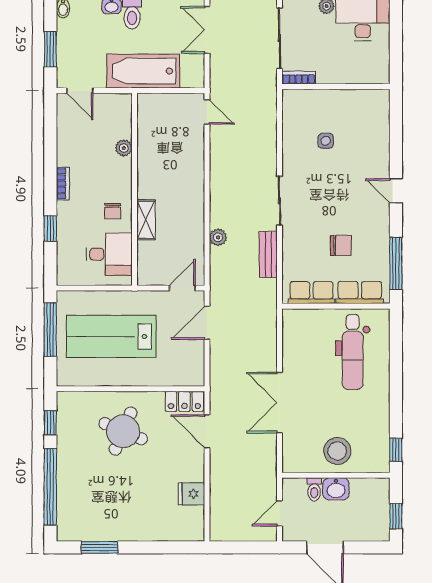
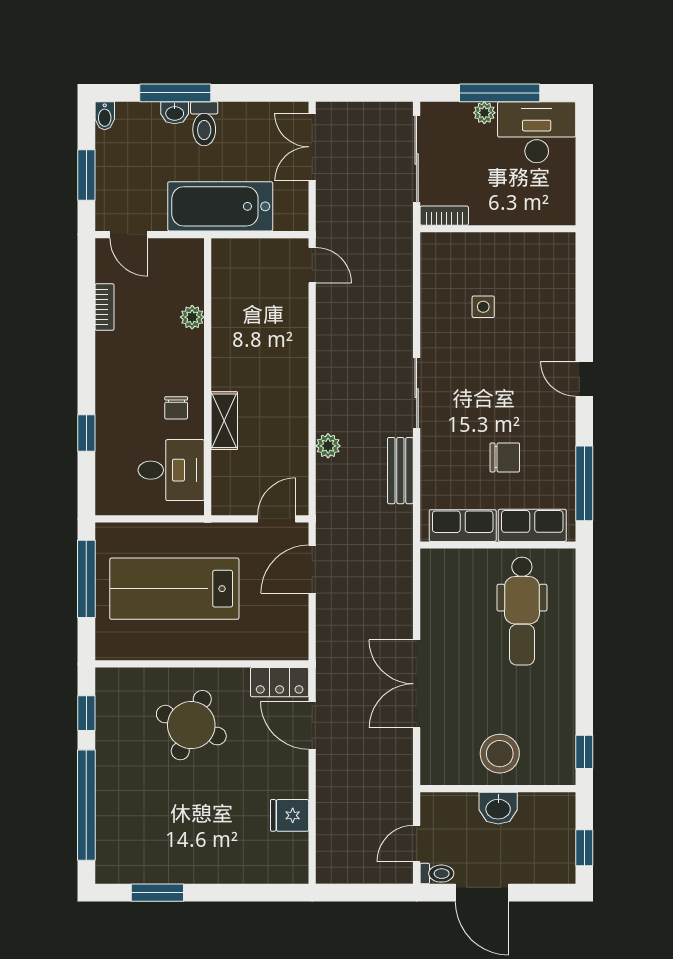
bookcase: (63, 184) -> (104, 307), moved
toilet: (314, 489) -> (437, 874), moved, turned -90

